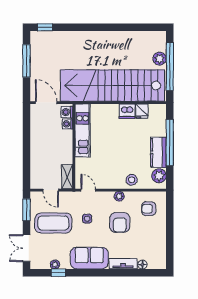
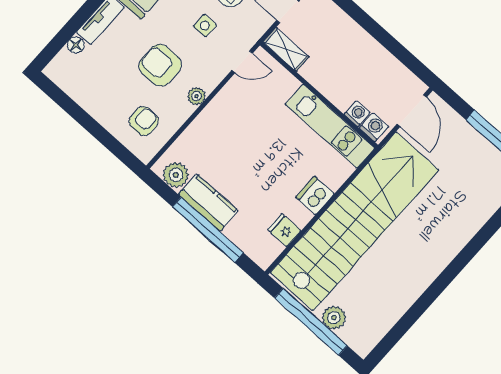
door: (46, 103) -> (412, 111), hinge flipped
dishwasher: (127, 111) -> (315, 195), moved
stool: (132, 180) -> (204, 133), removed

